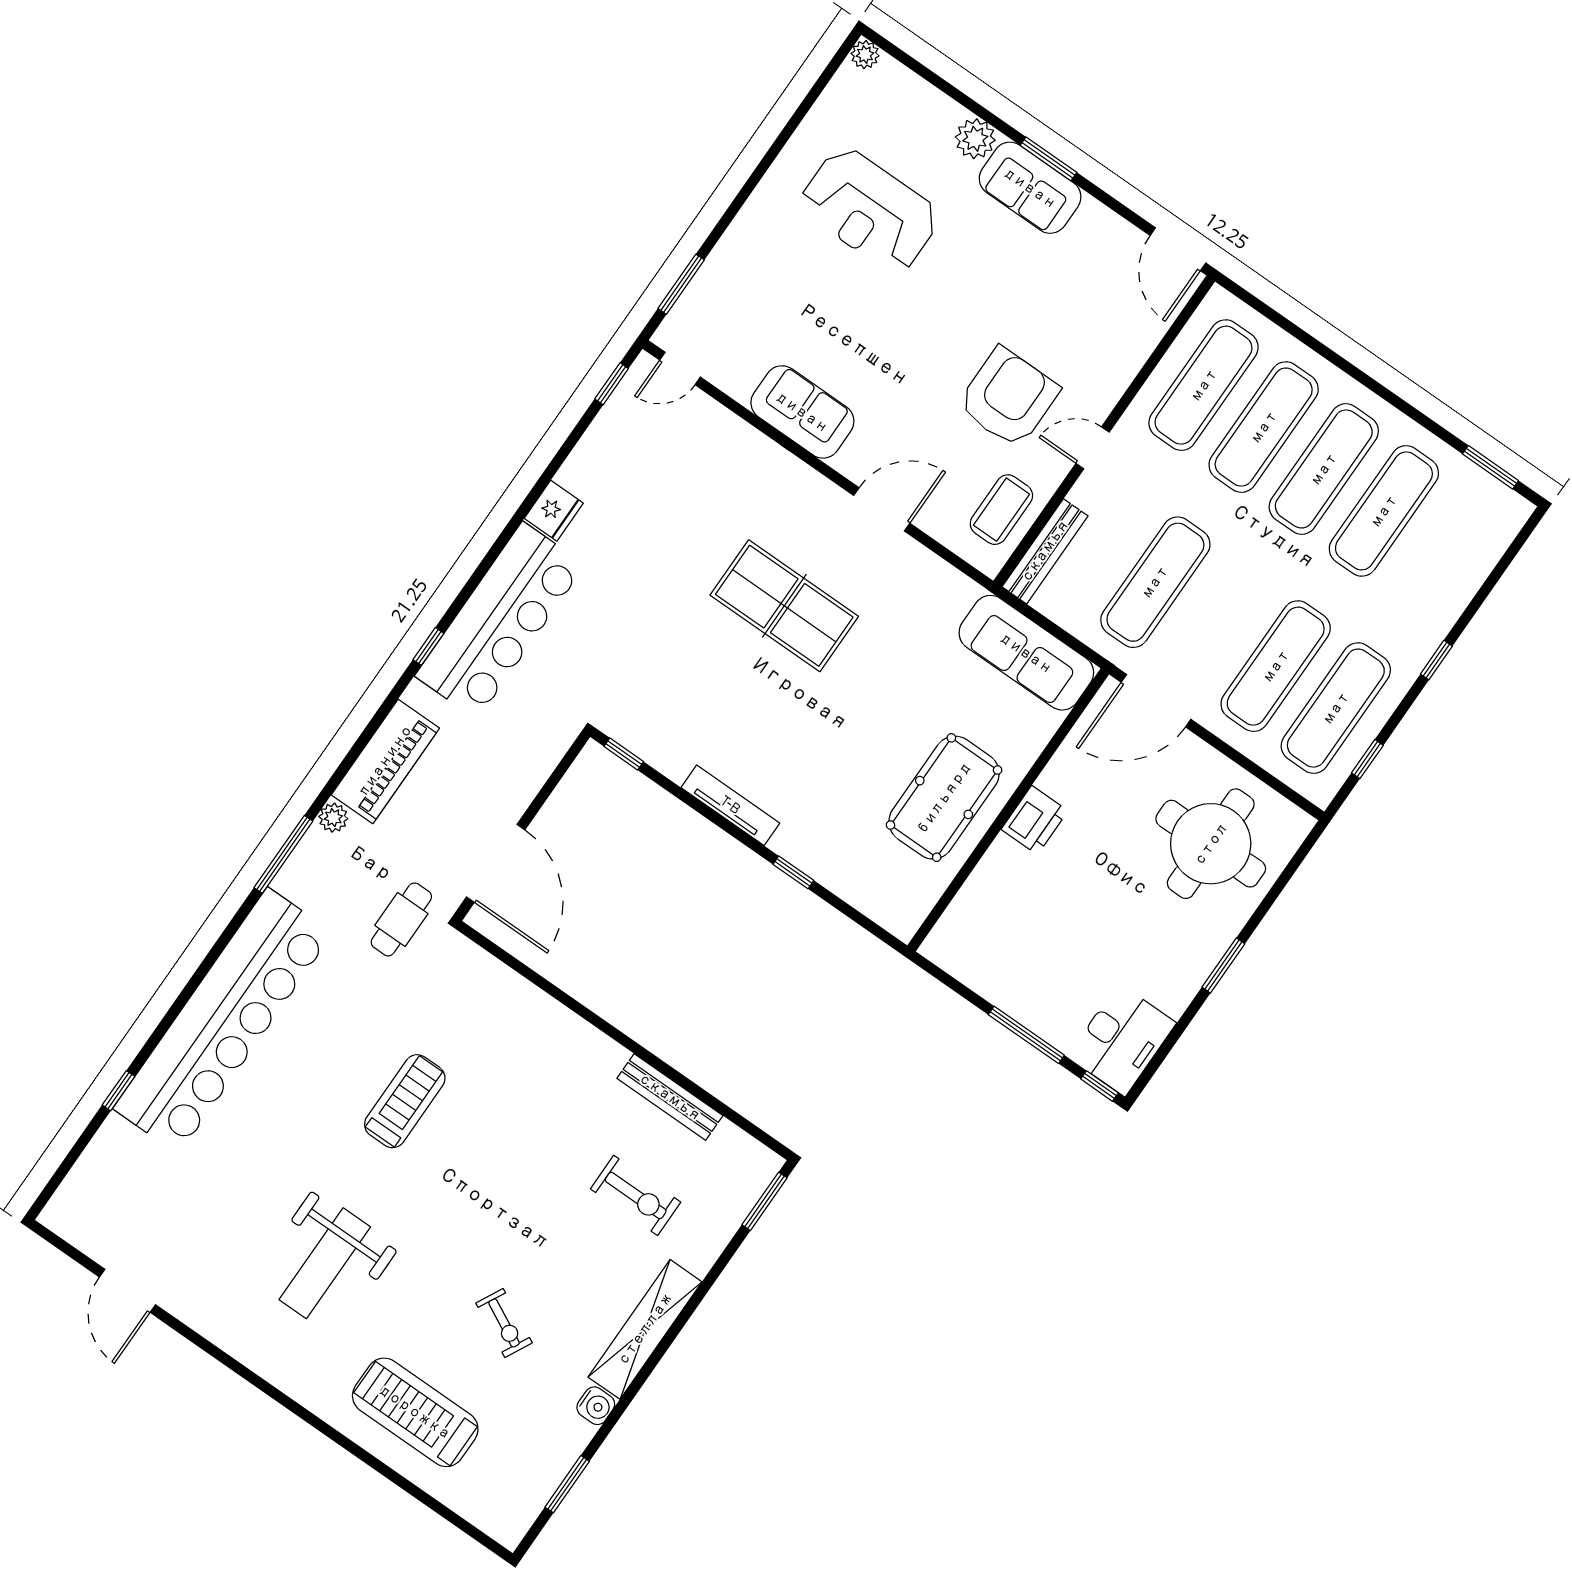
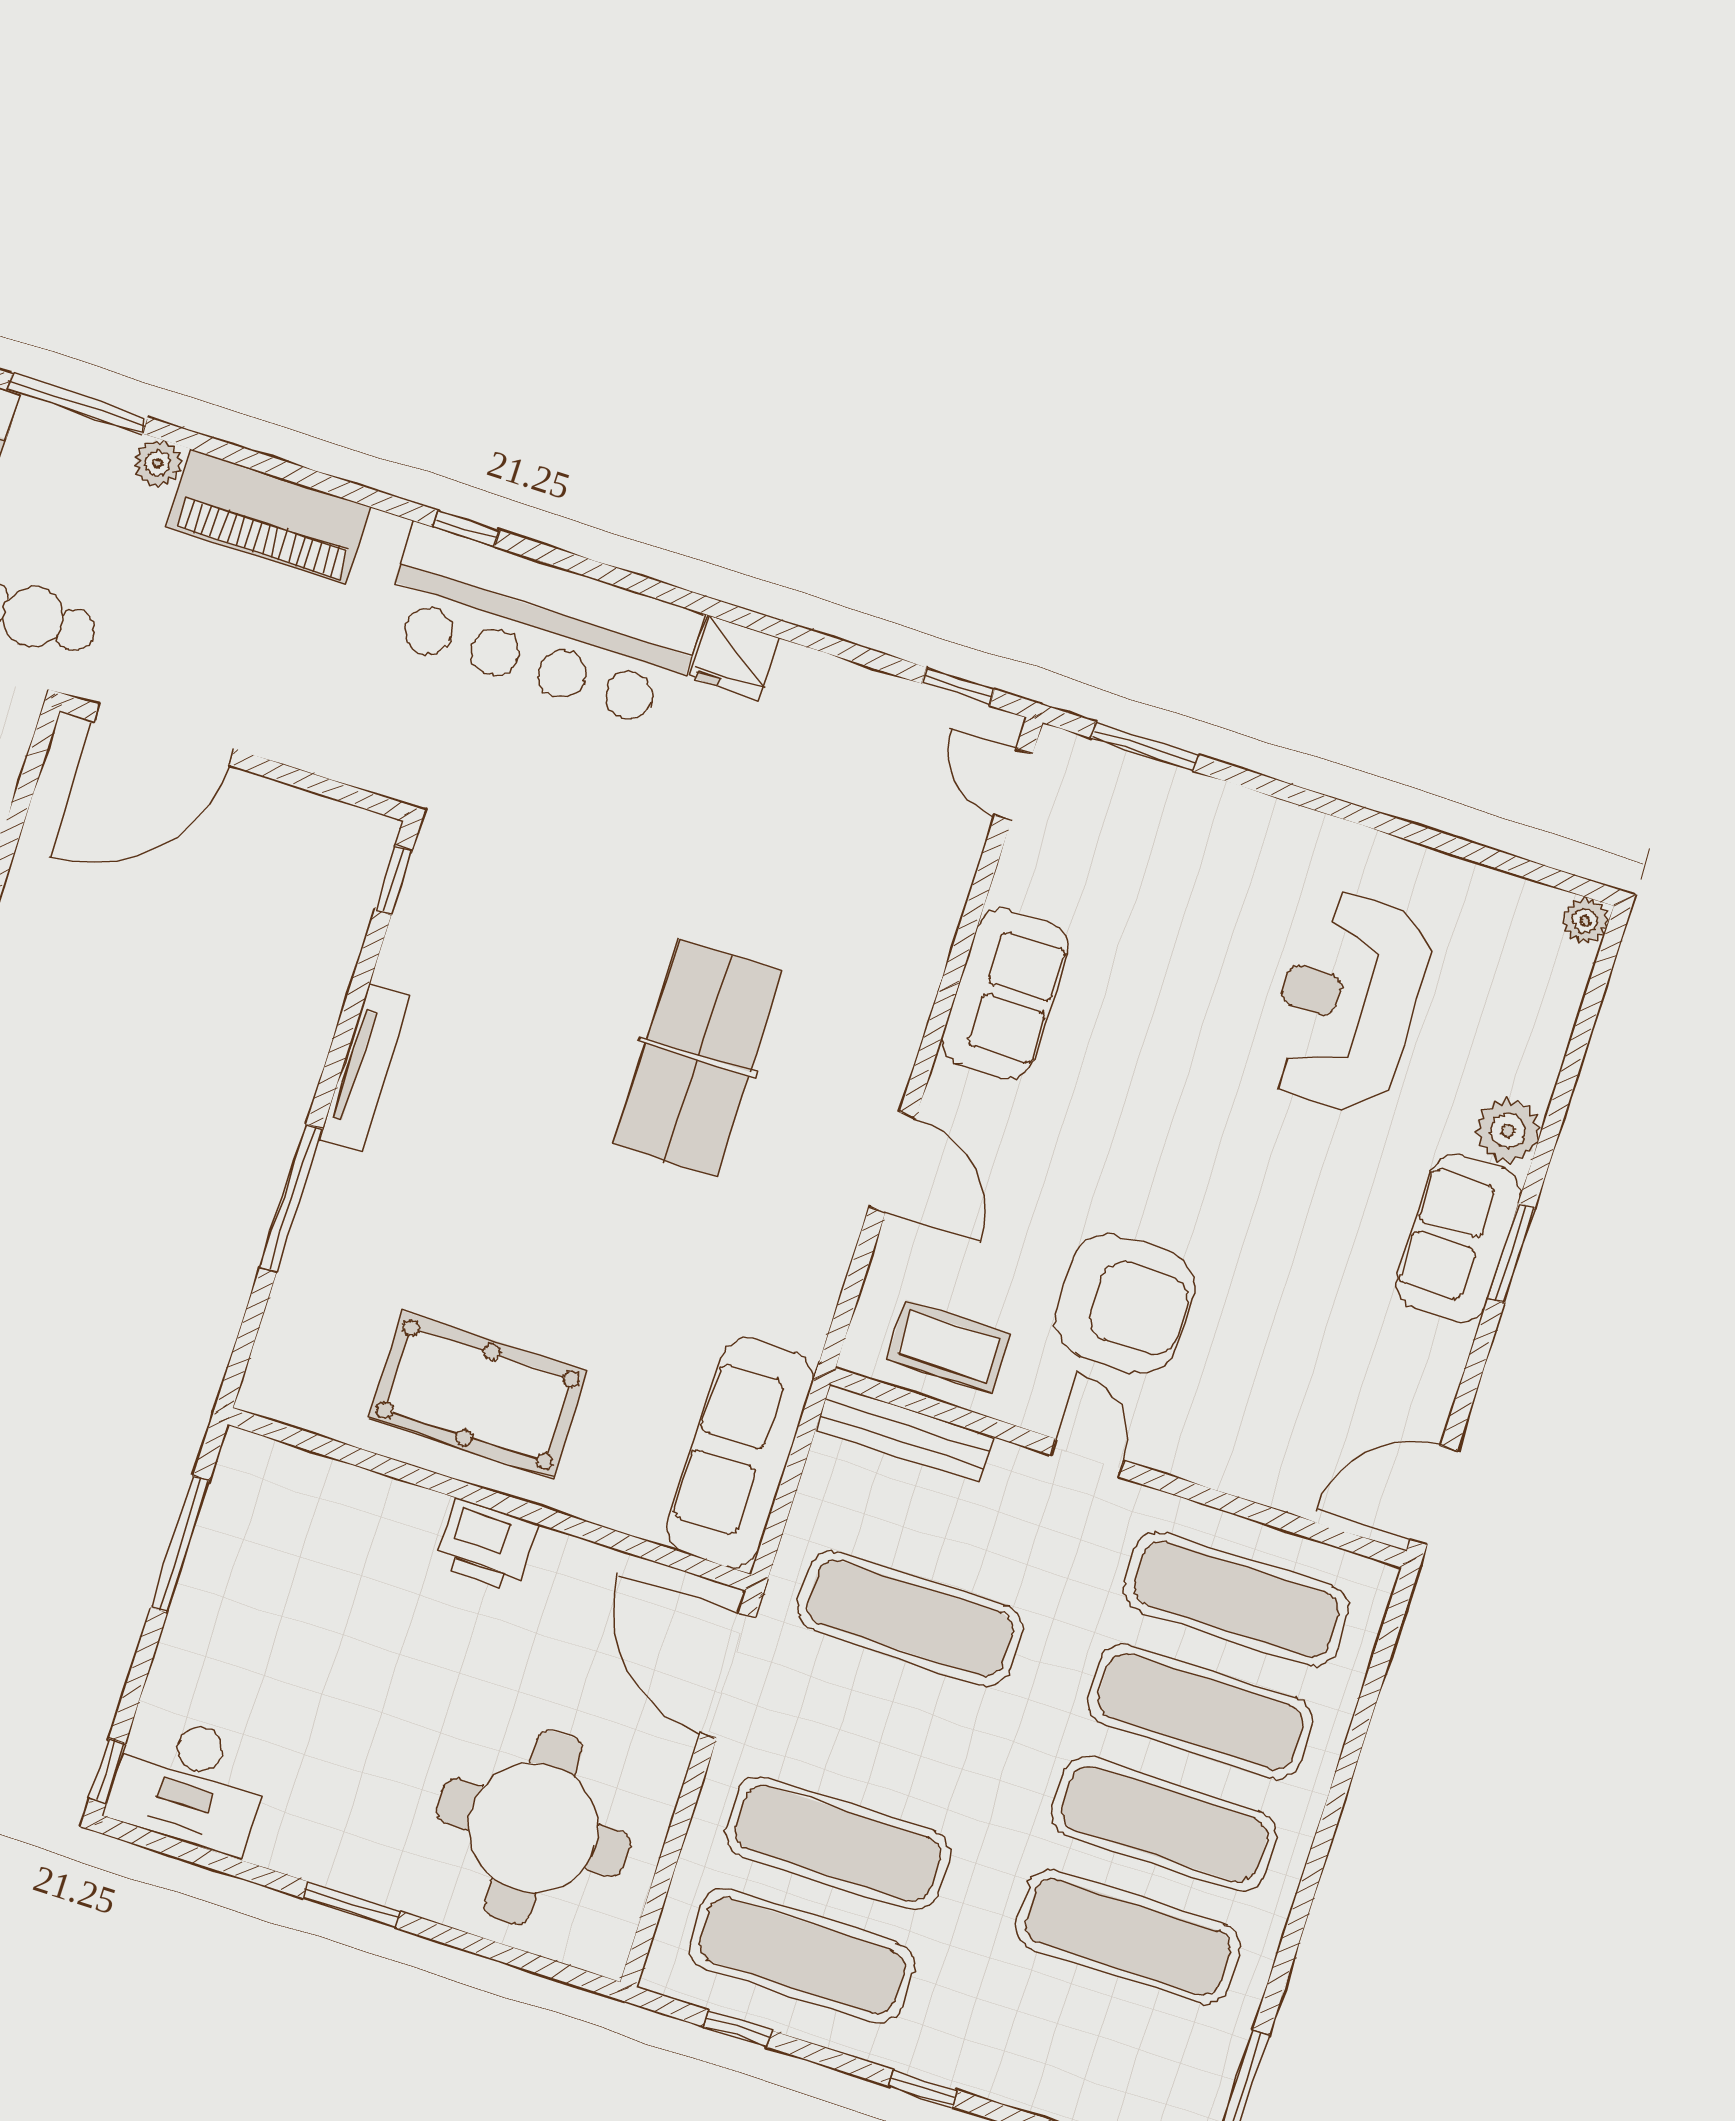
window: (793, 872) -> (291, 1198), width x2.17
window: (1026, 1035) -> (180, 1544), moved

